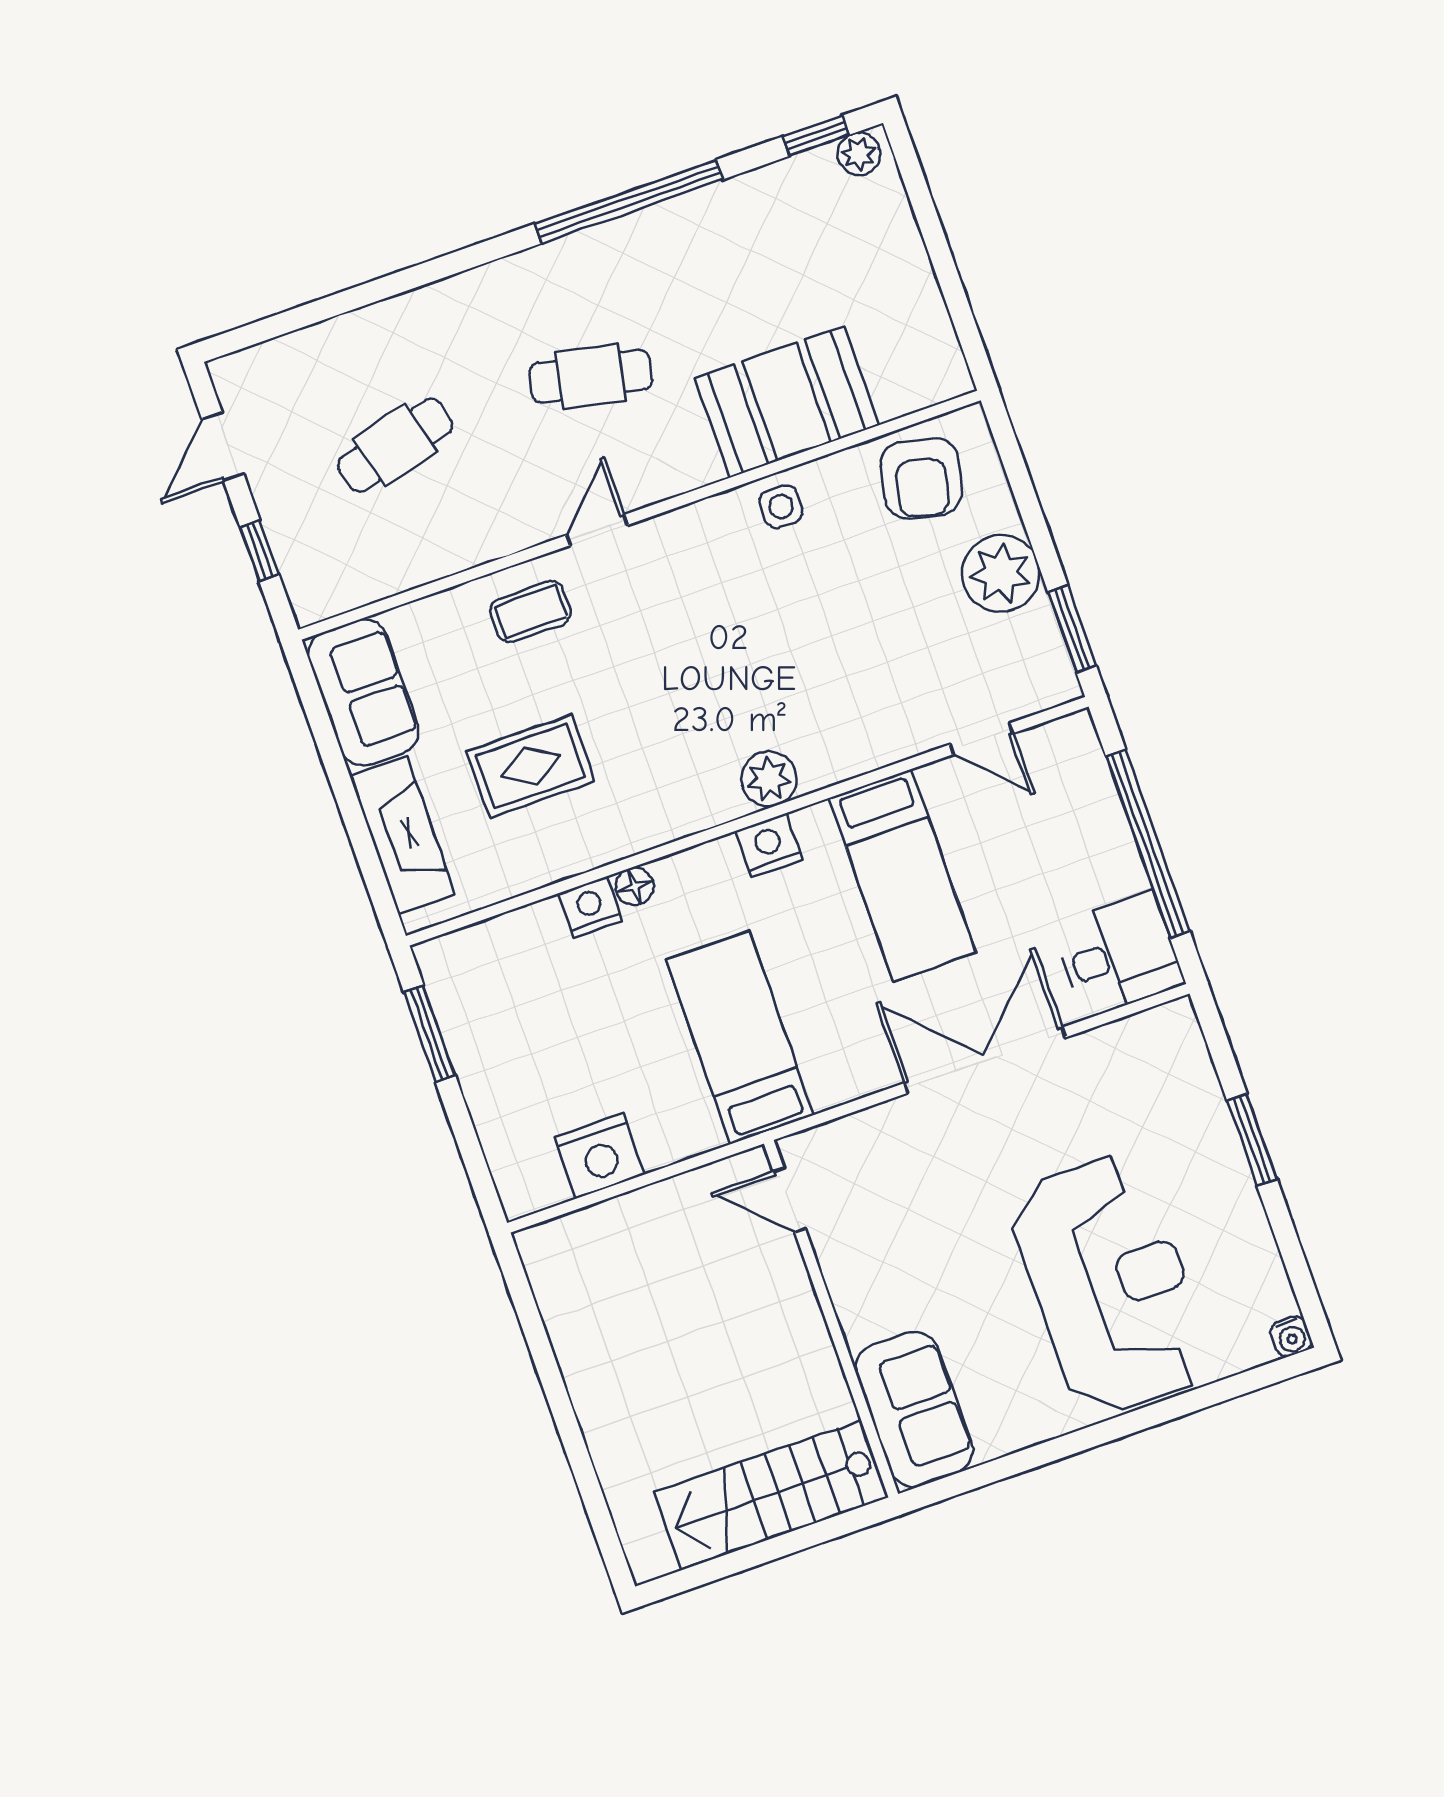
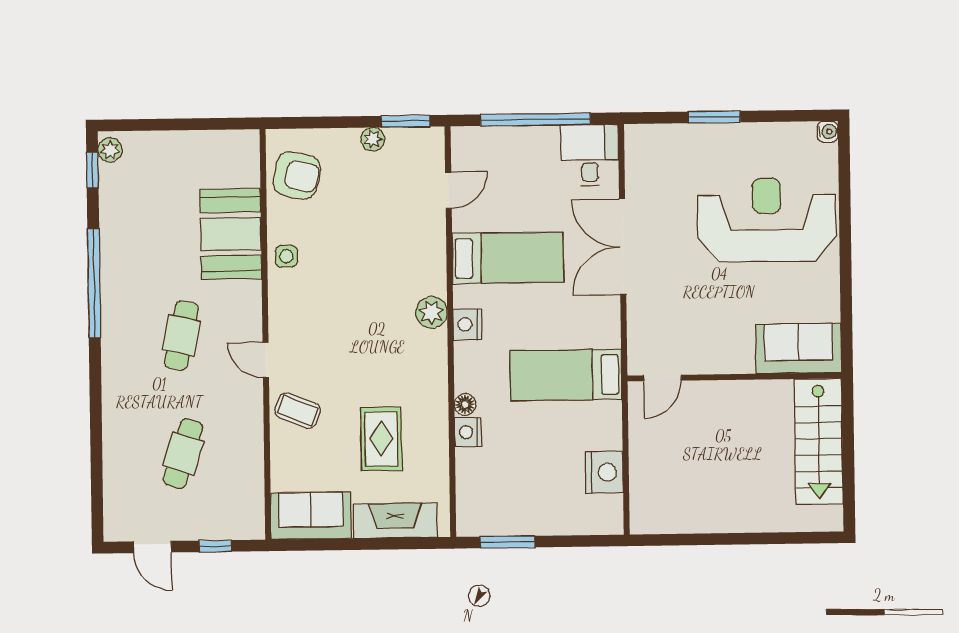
cafe table: (395, 445) -> (183, 454), turned 33
plant: (1001, 573) -> (373, 139), width x0.53, depth x0.53
coffee table: (531, 611) -> (298, 411), turned -68

